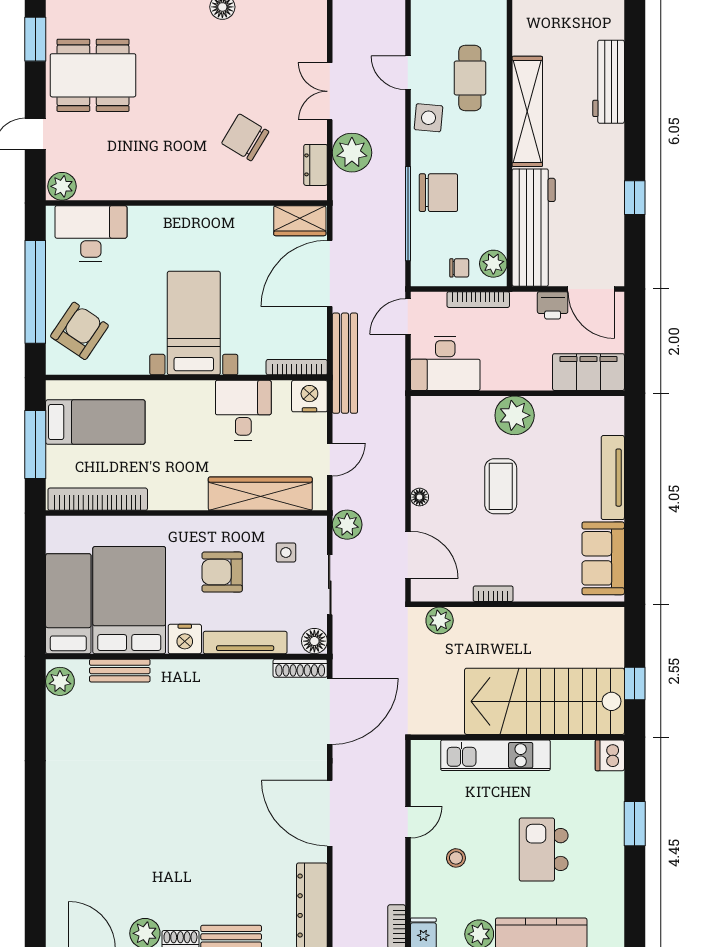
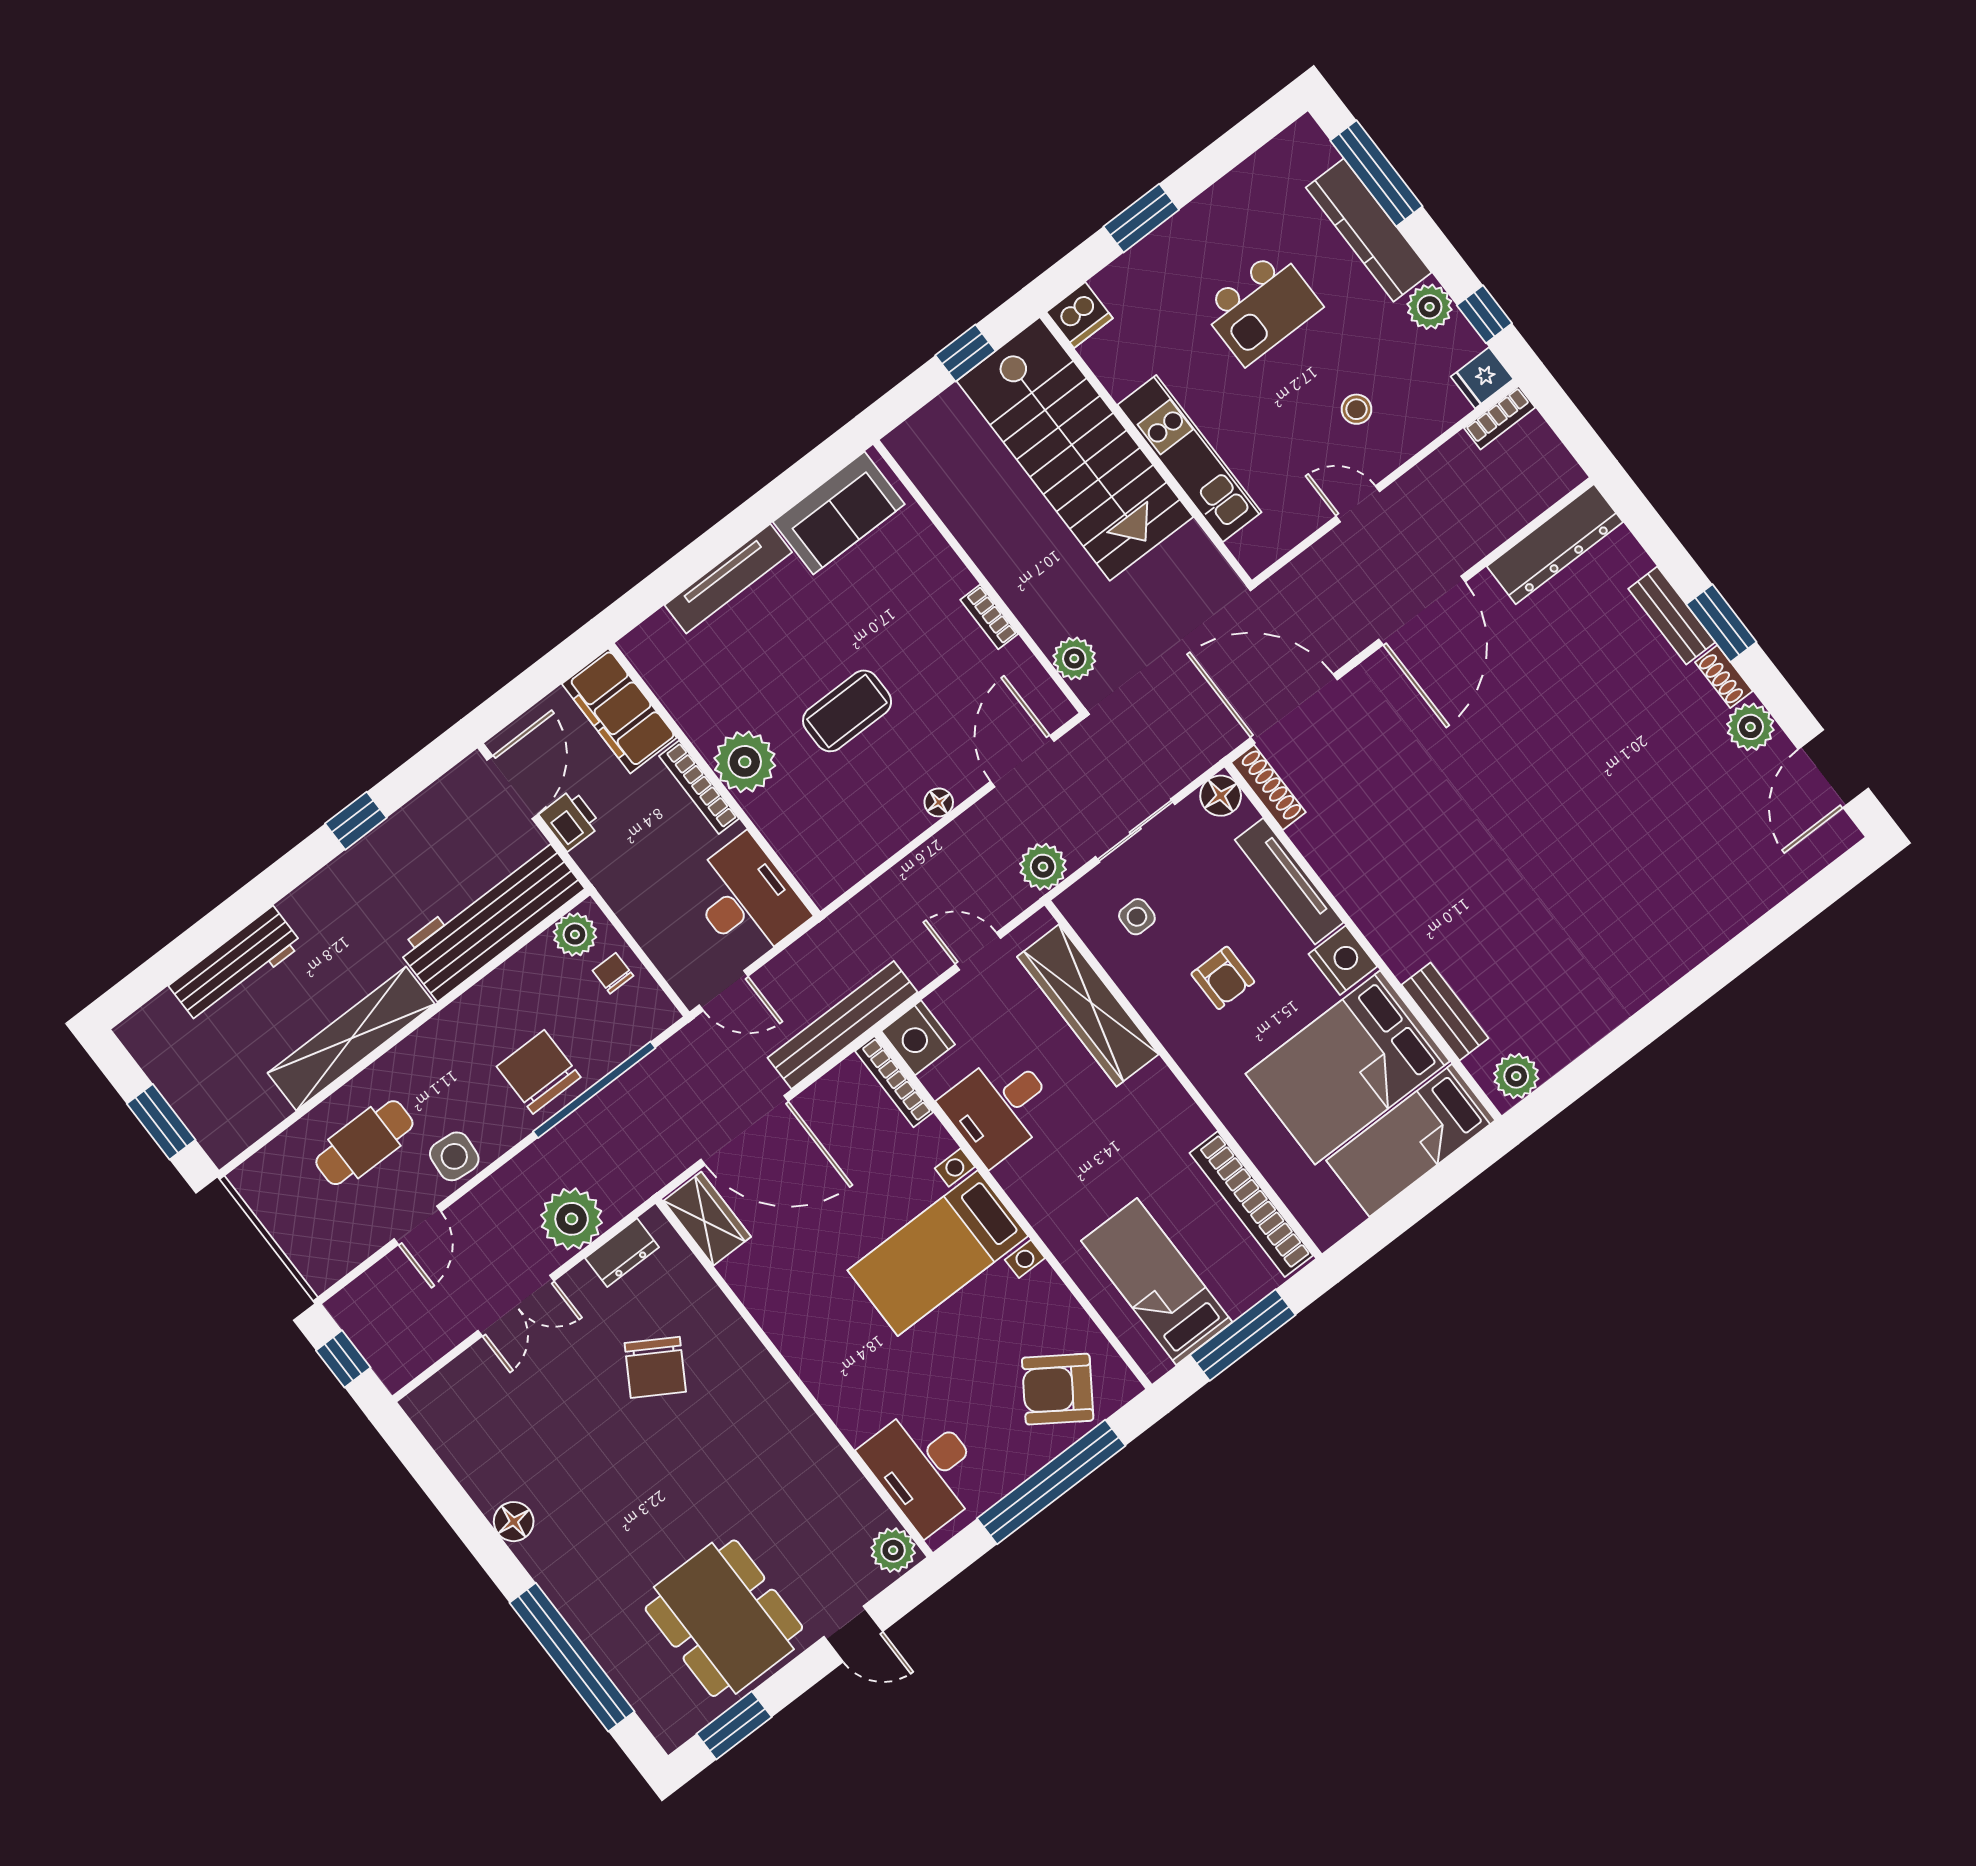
bookcase: (478, 300) -> (699, 787), moved, turned 180
armchair: (222, 572) -> (1223, 978), width x0.72, depth x0.72

